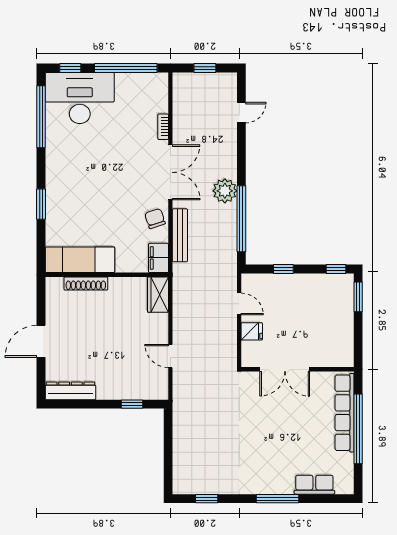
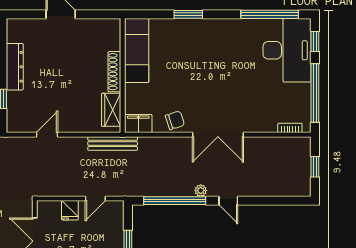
door: (241, 113) -> (228, 201), moved
bookcase: (163, 127) -> (290, 128), moved
plant: (225, 191) -> (201, 191), width x0.53, depth x0.53
bench: (180, 235) -> (113, 143), moved
shoe rack: (86, 283) -> (114, 72), moved
wardrobe: (158, 295) -> (111, 110), moved, turned -90
dresser: (70, 391) -> (15, 67), moved

